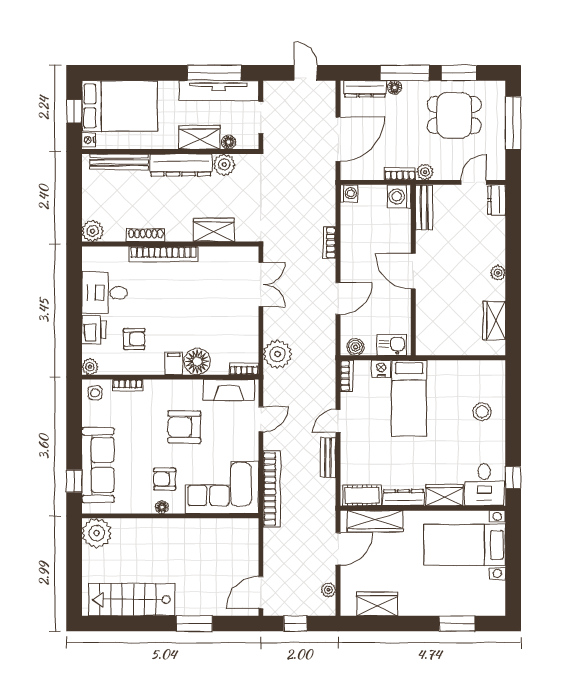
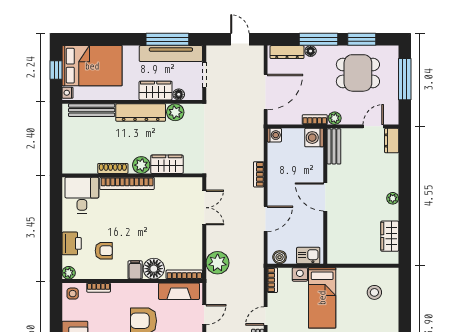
plant: (93, 231) -> (141, 165), moved
desk: (105, 293) -> (82, 195), moved, turned 90
bookcase: (244, 369) -> (184, 275), width x1.56
stool: (482, 412) -> (374, 292), moved

